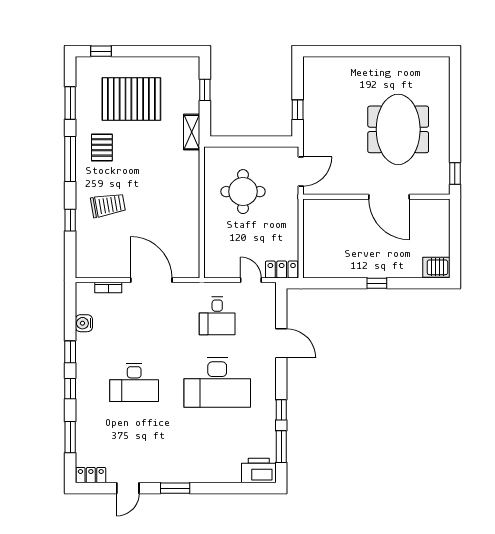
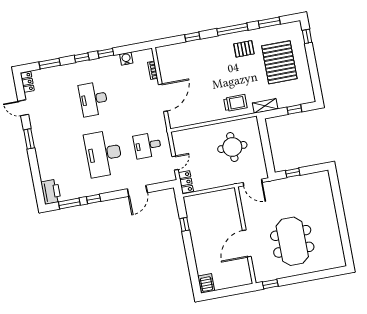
meeting table: (398, 129) -> (292, 241), turned 90
trolley: (108, 205) -> (235, 103), moved, turned -80
window: (377, 283) -> (184, 224), moved

